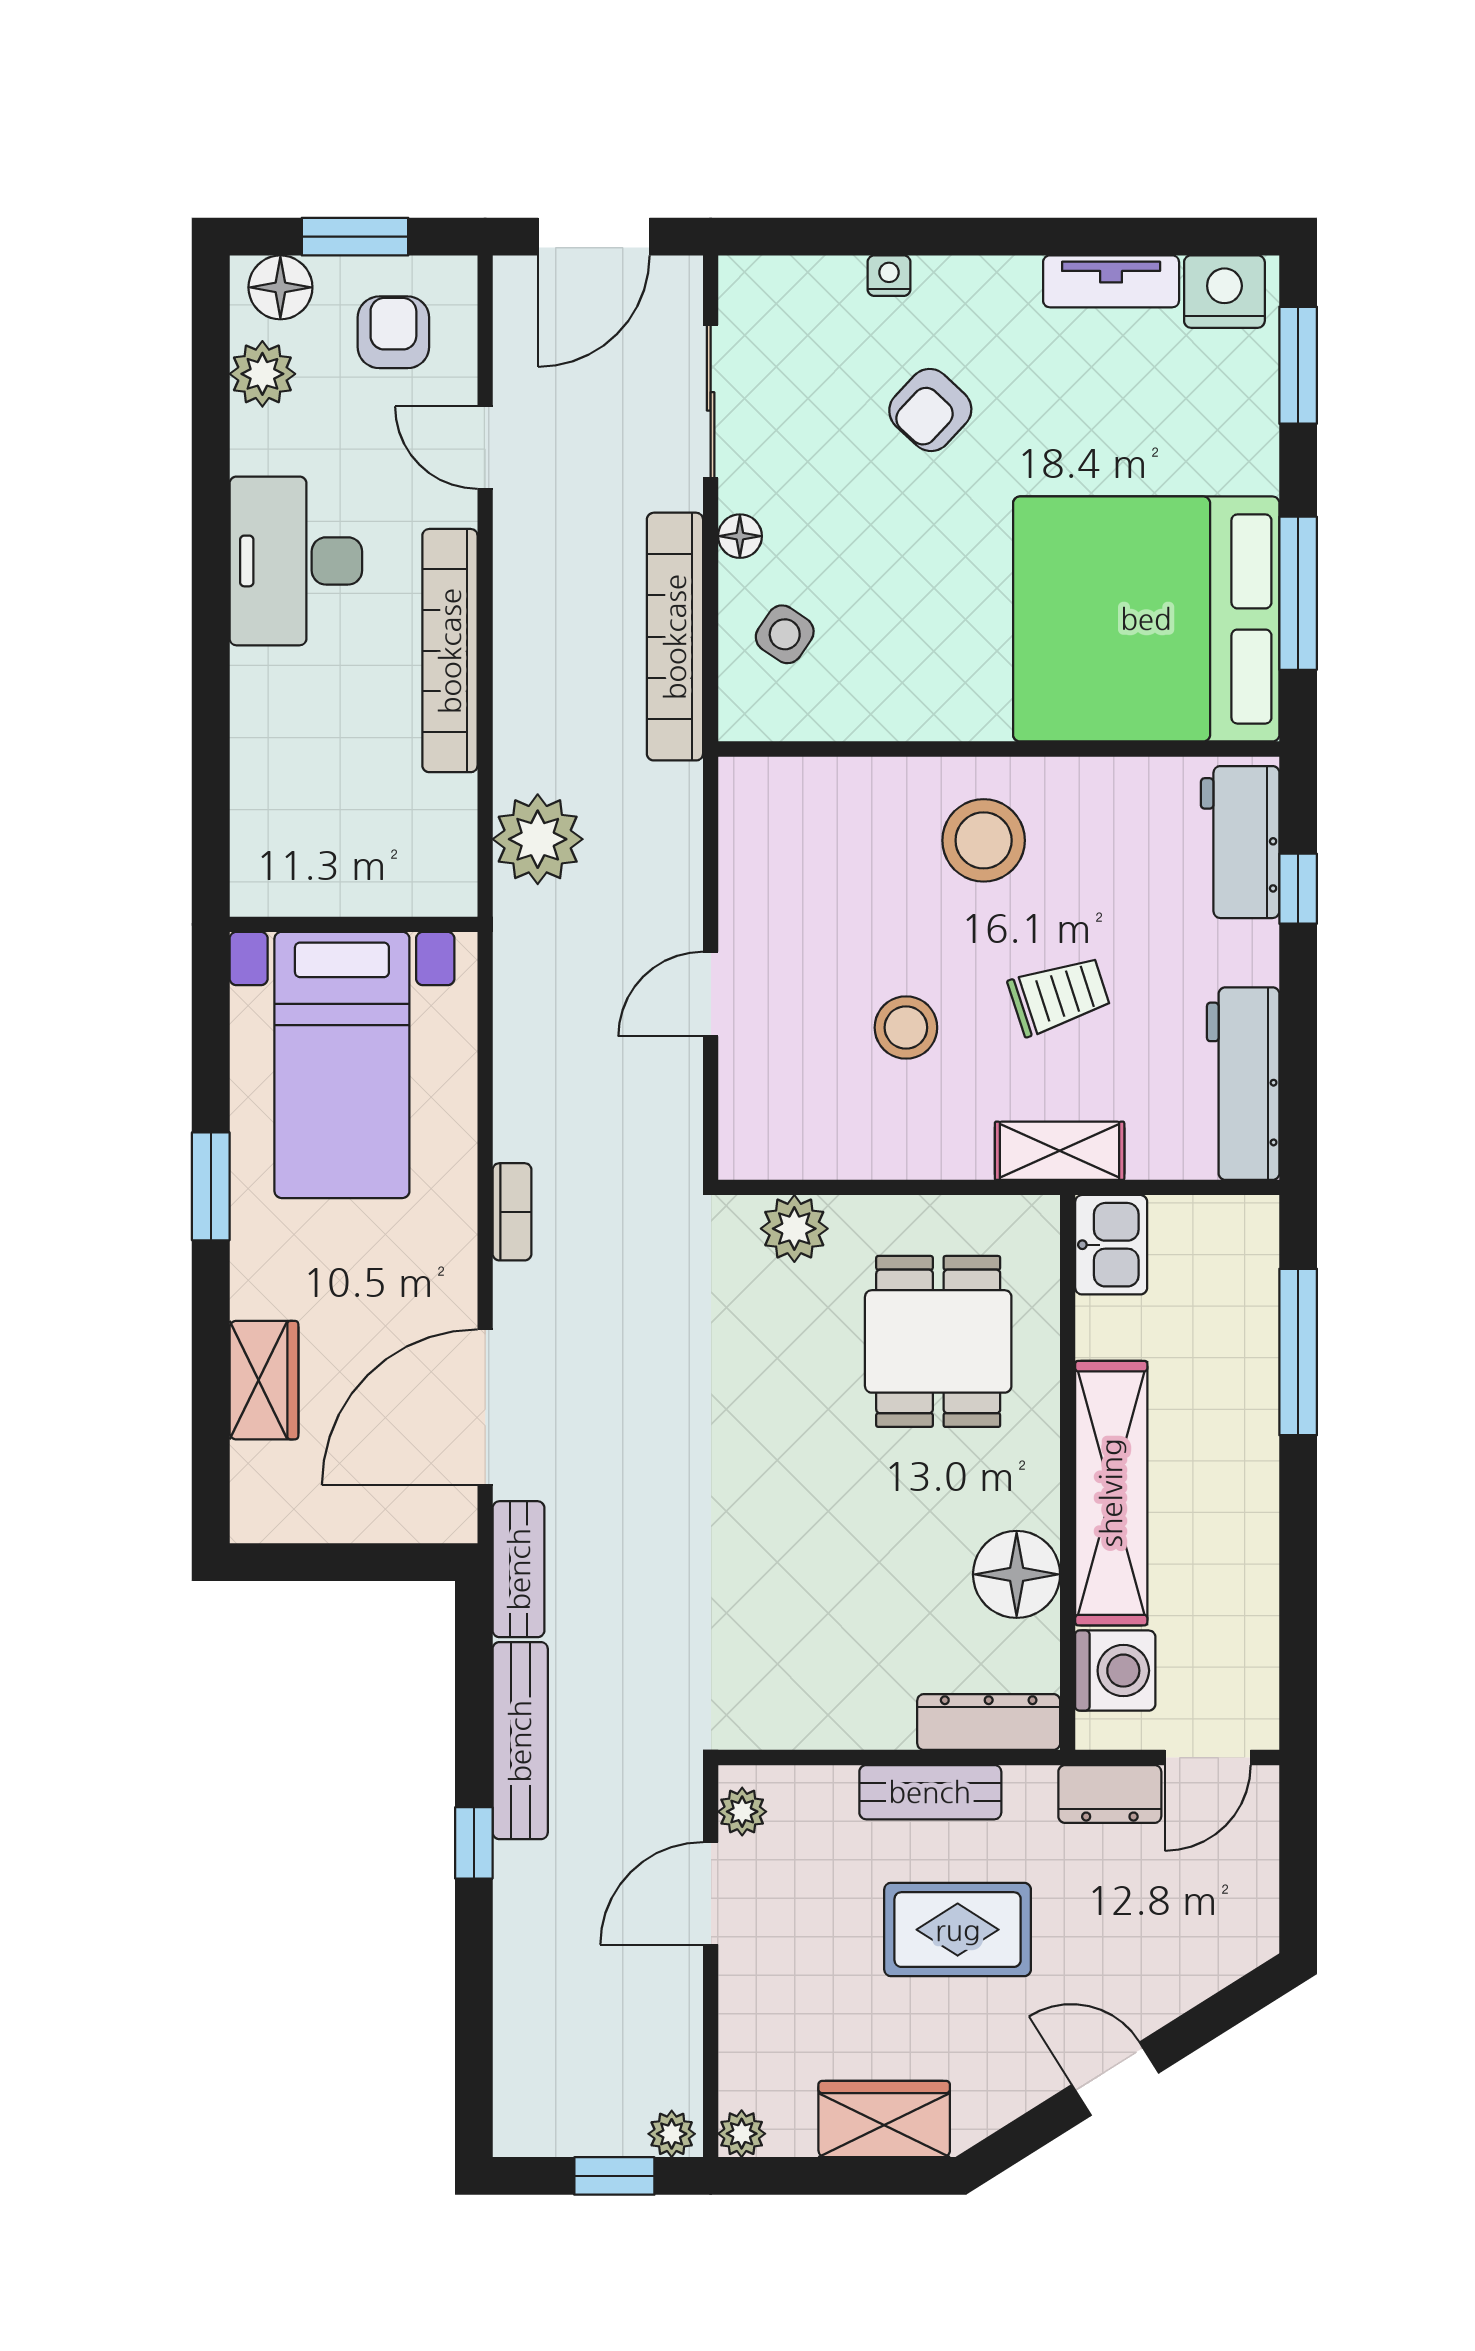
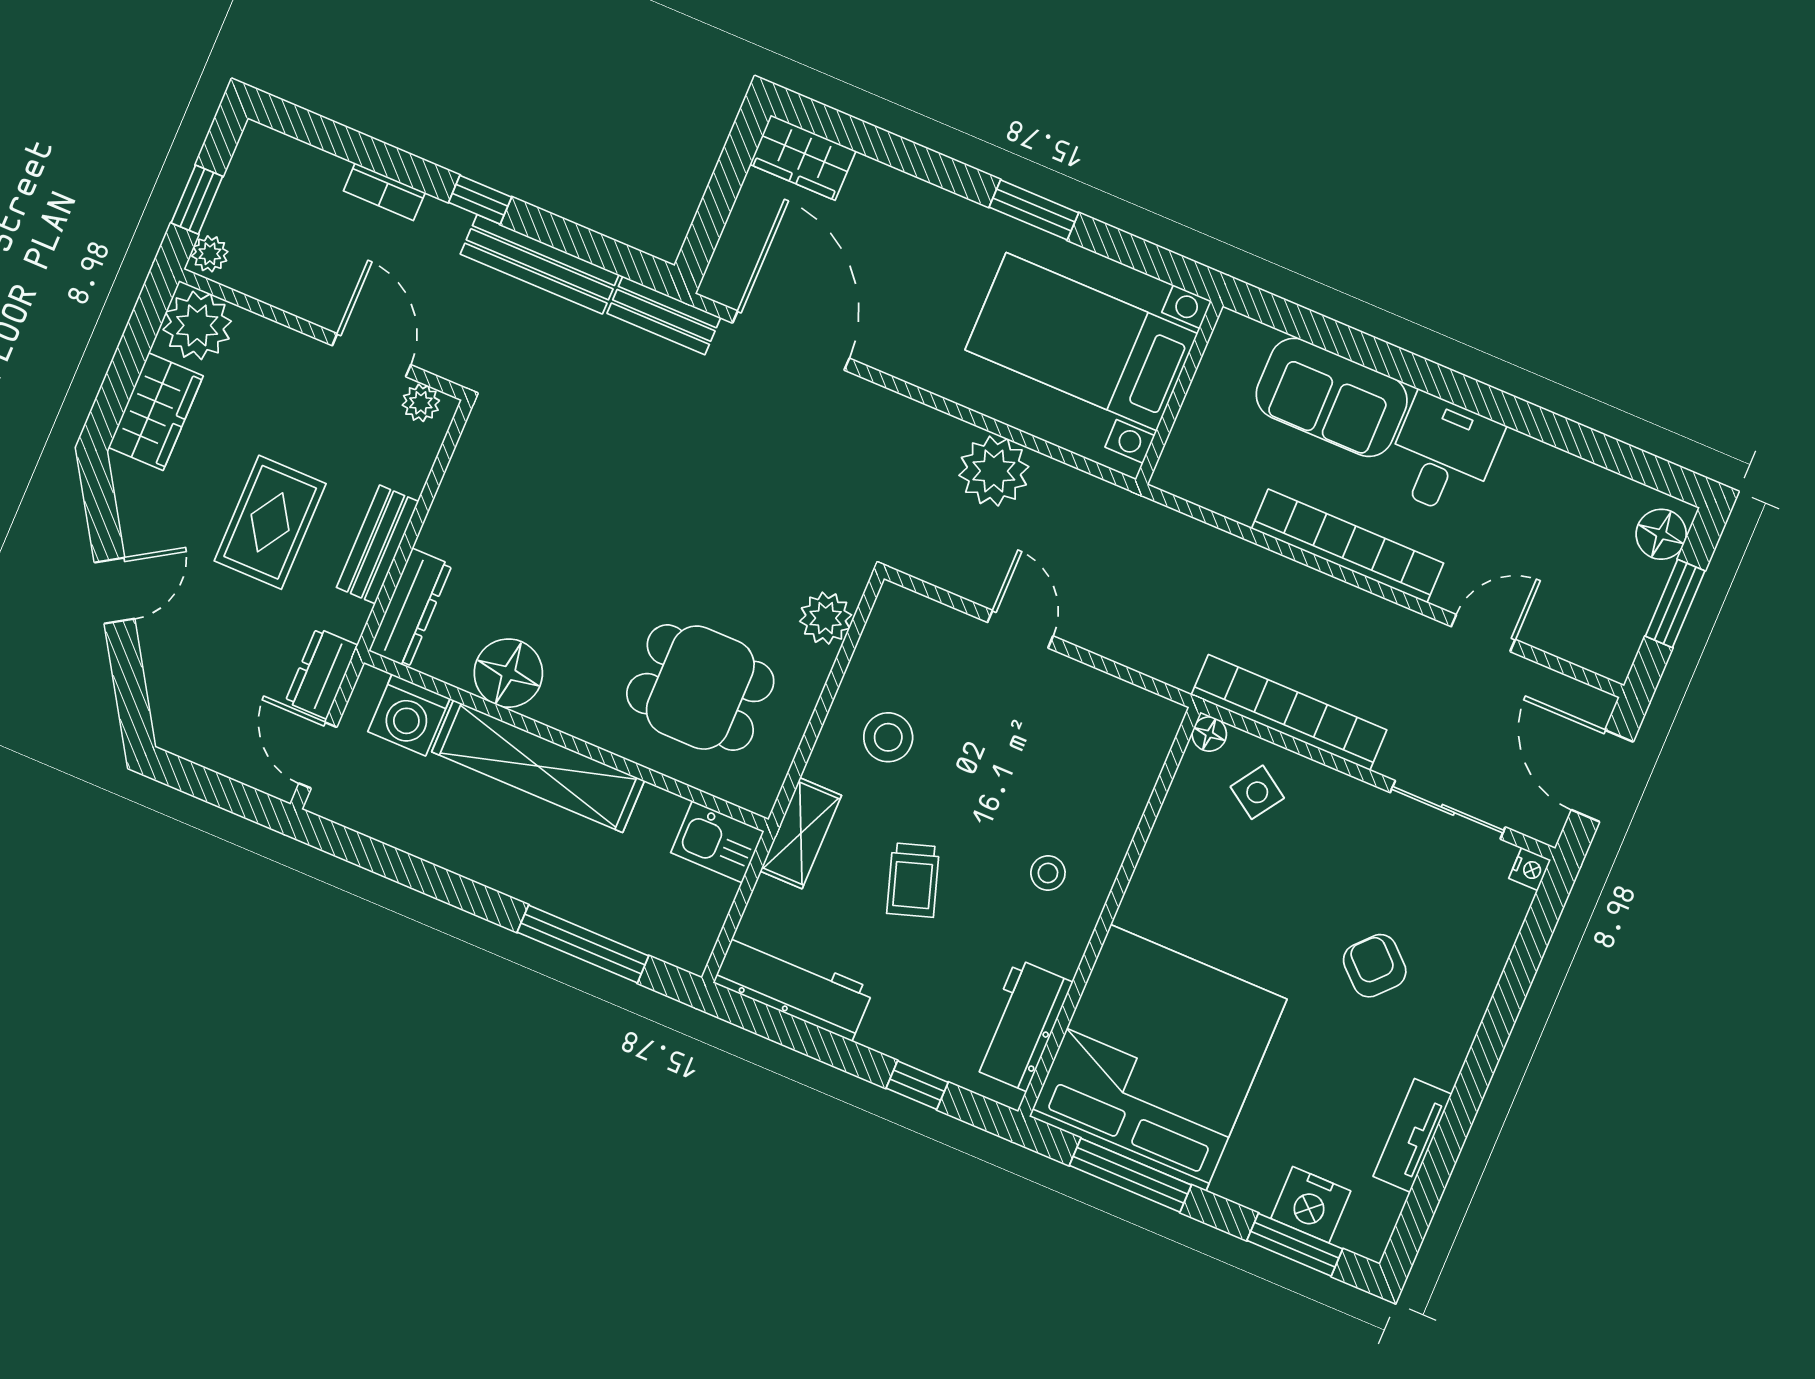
nightstand: (889, 276) -> (1530, 869), moved
nightstand: (1224, 292) -> (1311, 1205), moved, turned 90
armchair: (393, 332) -> (1594, 602), removed
plant: (262, 374) -> (1604, 495), removed
floor lamp: (740, 536) -> (1209, 734), moved
desk: (296, 561) -> (1443, 455), width x0.73
sofa: (283, 743) -> (1332, 397), added
plant: (538, 839) -> (994, 471), moved
stool: (984, 840) -> (1048, 873), width x0.53, depth x0.53
workbench: (1240, 842) -> (1022, 1025), moved, turned -90
stool: (906, 1028) -> (888, 737), moved
bookcase: (512, 1212) -> (384, 192), moved
wardrobe: (264, 1380) -> (803, 158), moved
plant: (742, 2134) -> (197, 325), width x1.88, depth x1.88

